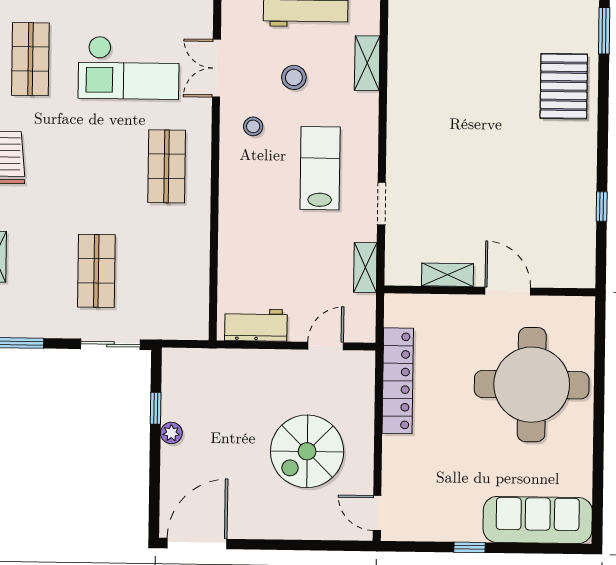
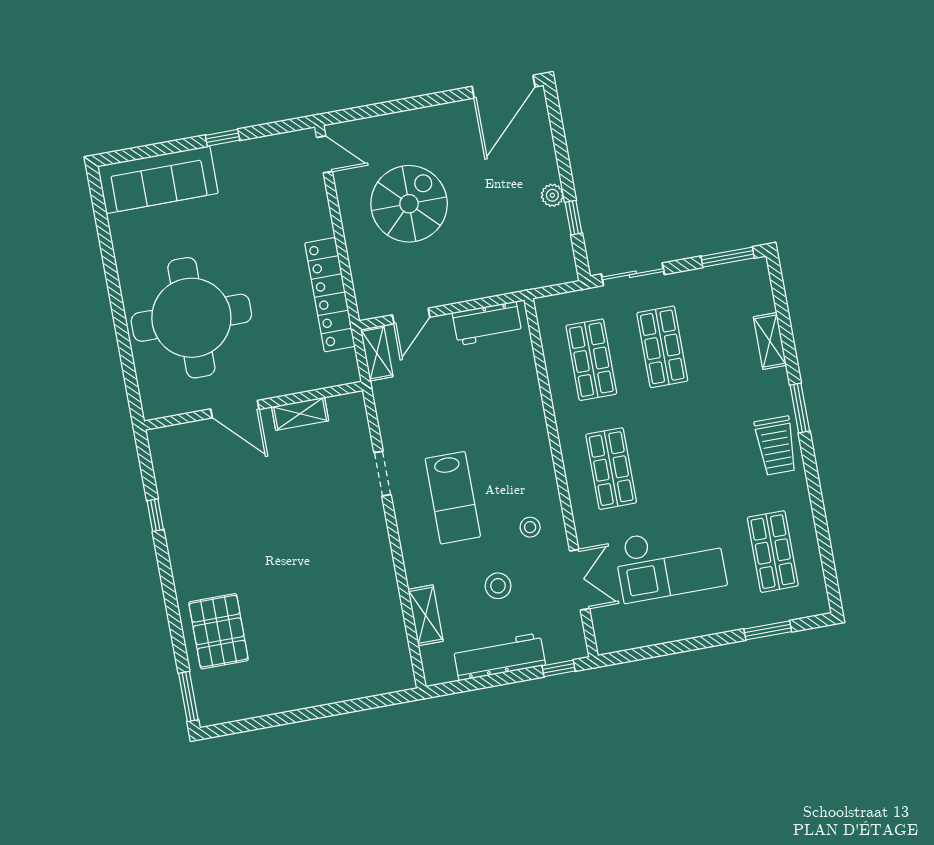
checkout: (129, 68) -> (670, 562), turned 180
shelving: (365, 267) -> (377, 353), moved
shop shelf: (165, 272) -> (591, 360), added

